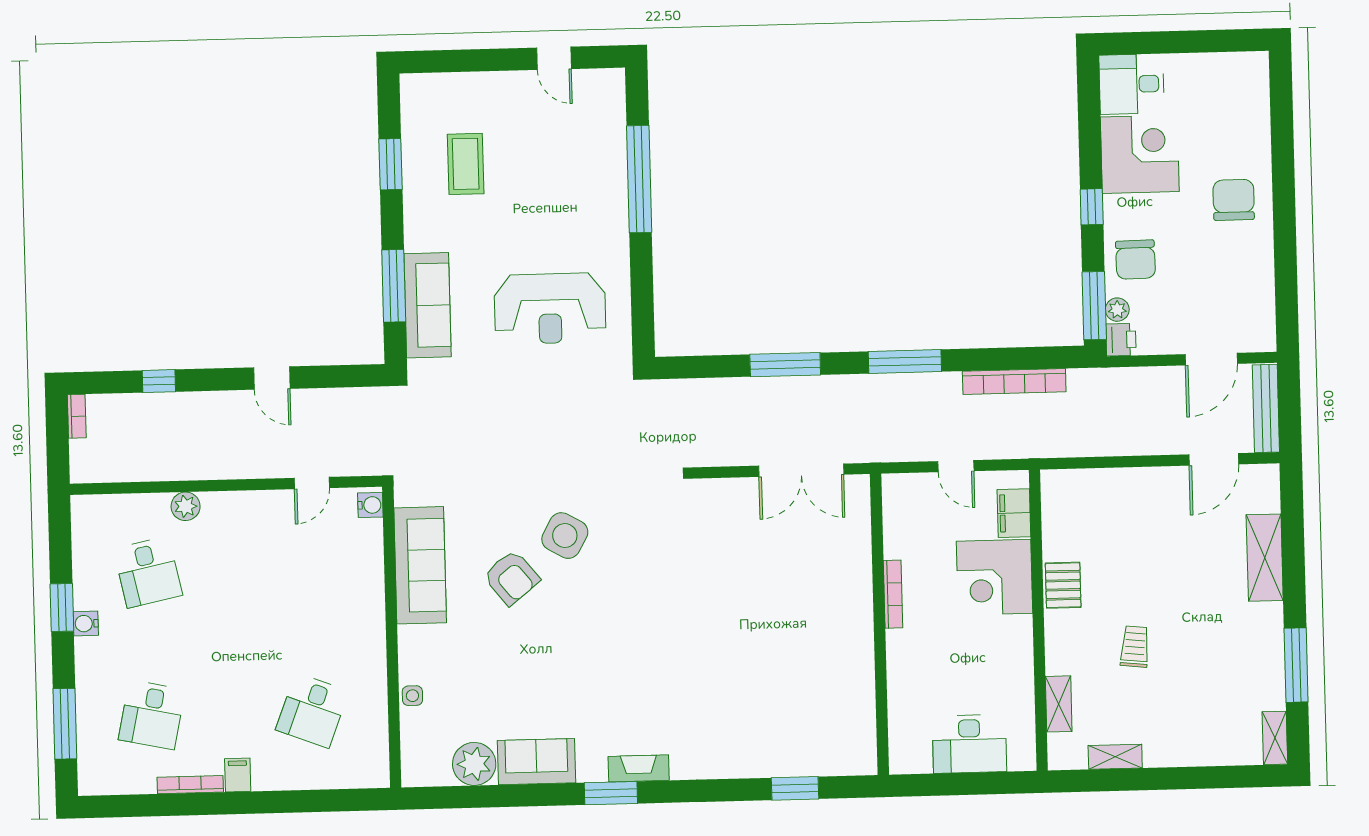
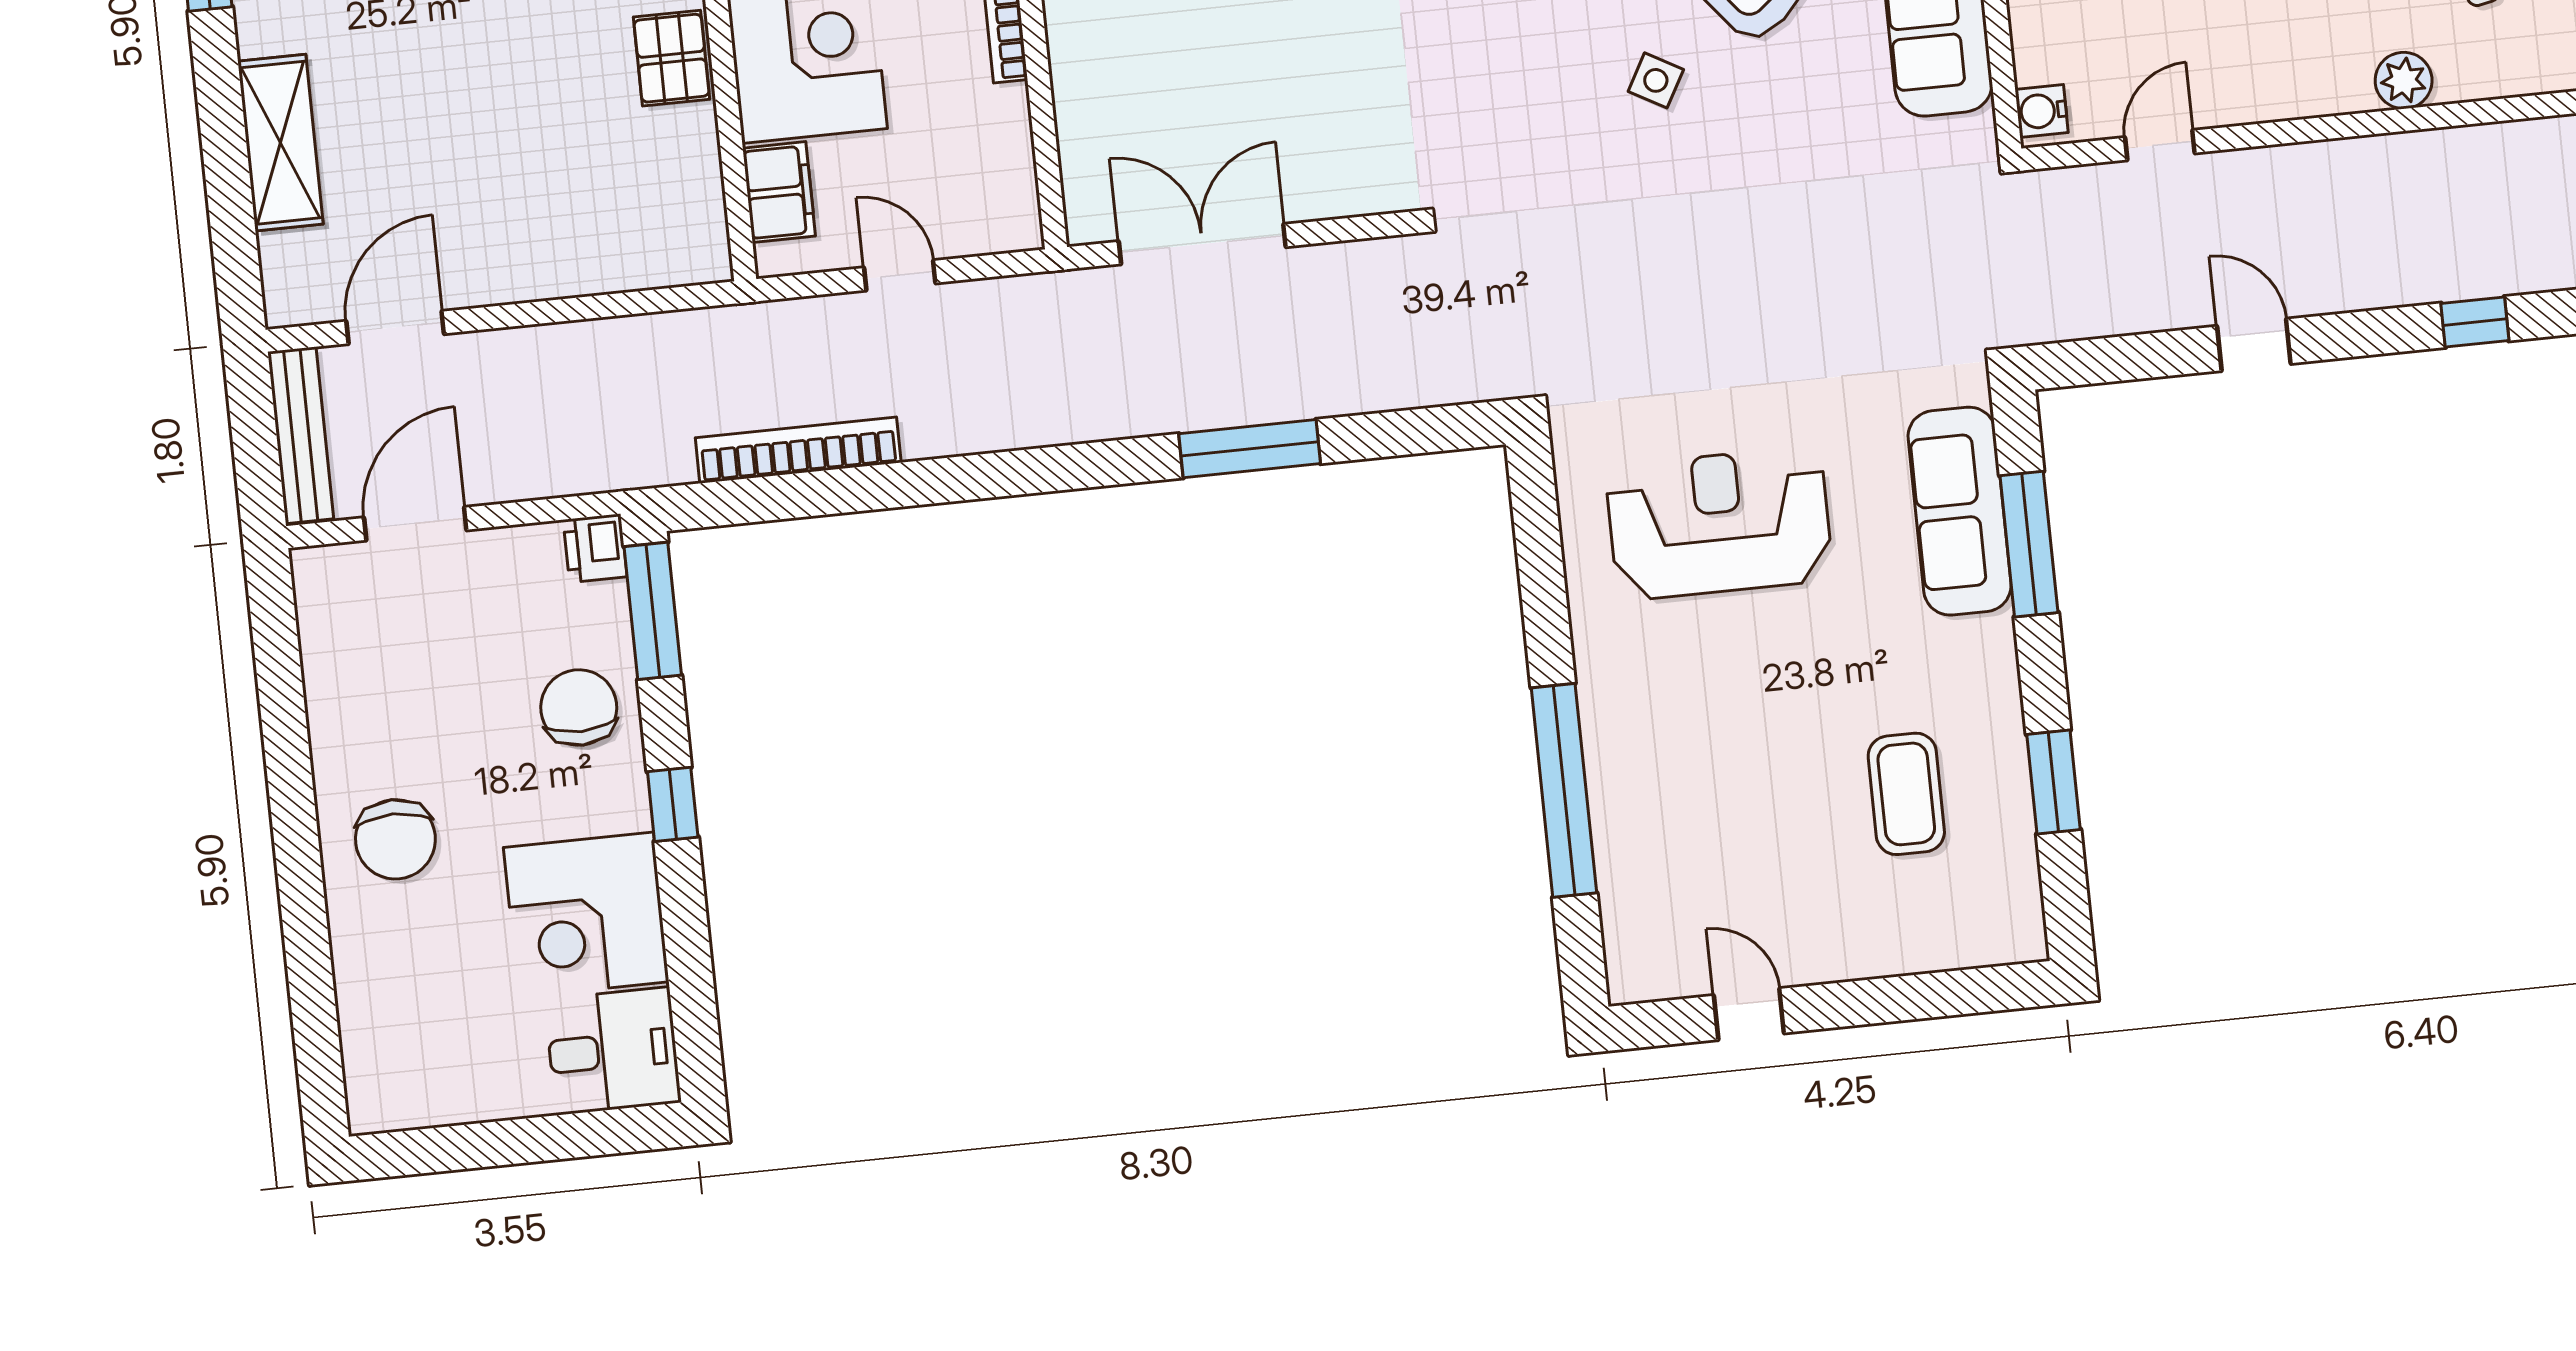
plant: (1117, 310) -> (607, 607), removed
window: (905, 361) -> (1015, 473), removed
side table: (565, 536) -> (1656, 80), width x0.54, depth x0.54

